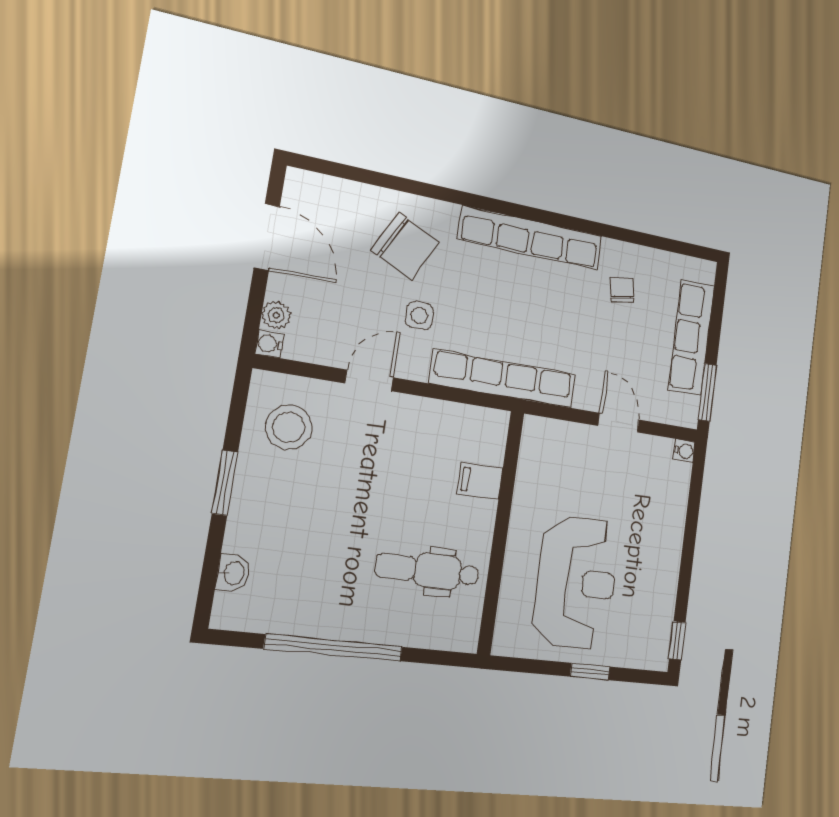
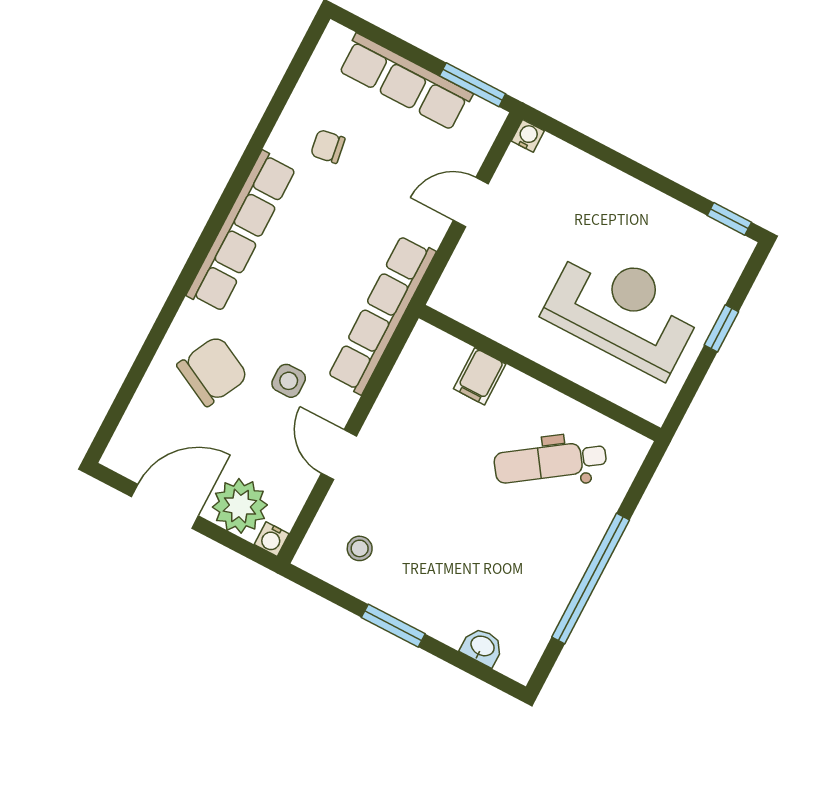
plant: (276, 315) -> (240, 506), width x1.88, depth x1.88
stool: (289, 427) -> (360, 548), width x0.53, depth x0.53
dental chair: (427, 570) -> (550, 462), turned 55

